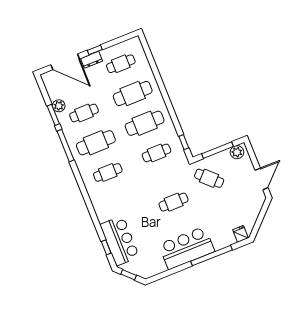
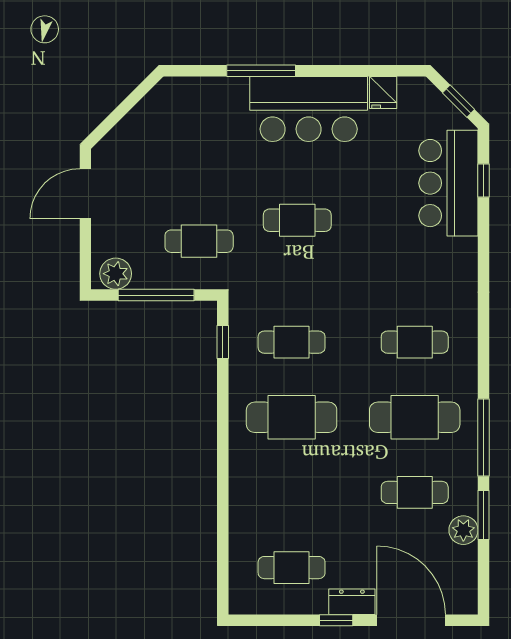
cafe table: (133, 93) -> (292, 492), removed
cafe table: (209, 178) -> (199, 241), turned -44
fridge: (240, 234) -> (383, 93), moved
window: (212, 256) -> (261, 71), width x0.68

